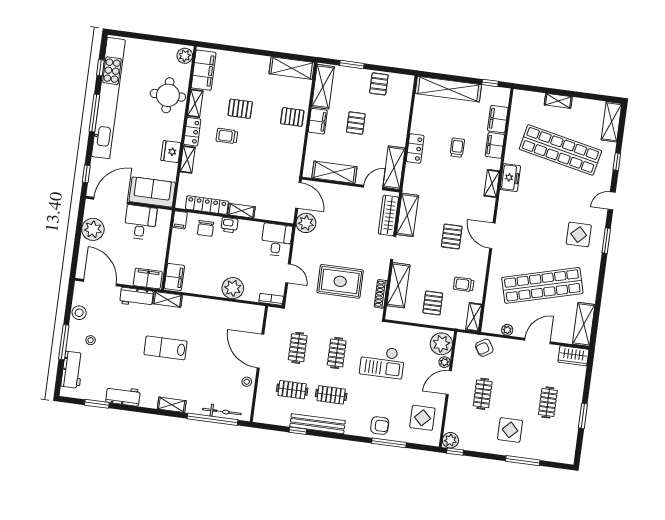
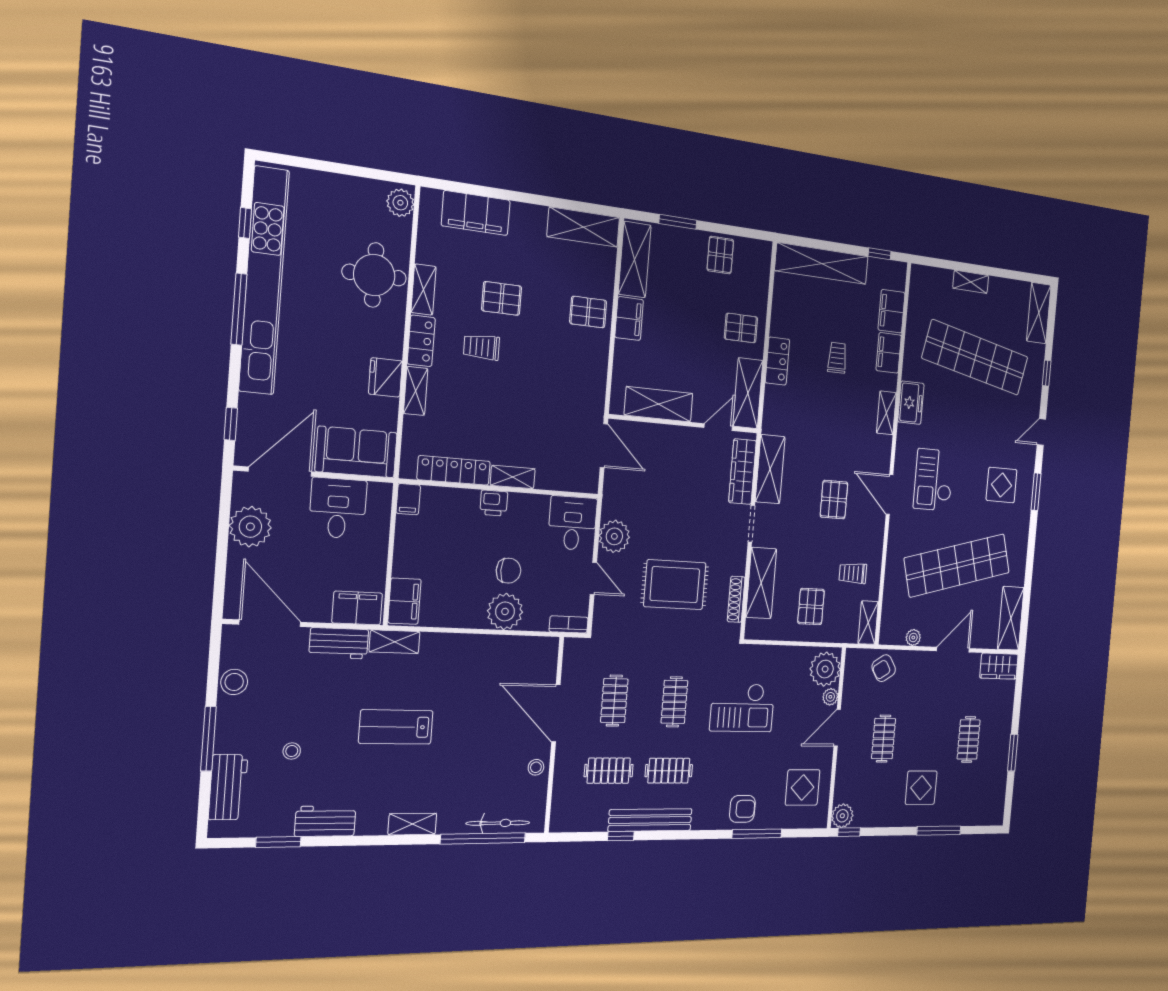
filing cabinet: (204, 70) -> (476, 213), moved, turned 90
pallet: (356, 123) -> (741, 328), moved, turned 90
plant: (306, 223) -> (614, 536), moved
chair: (206, 228) -> (508, 571), moved, turned -90
checkout: (526, 228) -> (934, 480), added
stool: (91, 340) -> (292, 751), moved

